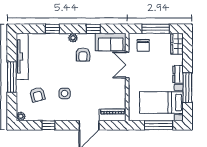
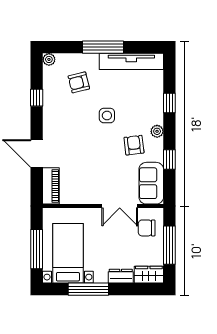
armchair: (83, 55) -> (134, 145), turned 83
double door: (127, 65) -> (120, 206), swing flipped
dresser: (178, 74) -> (121, 276), moved
side table: (65, 93) -> (107, 116), moved

